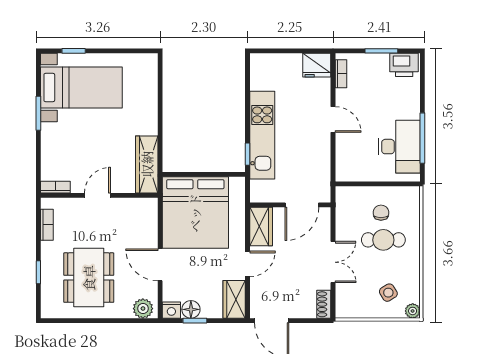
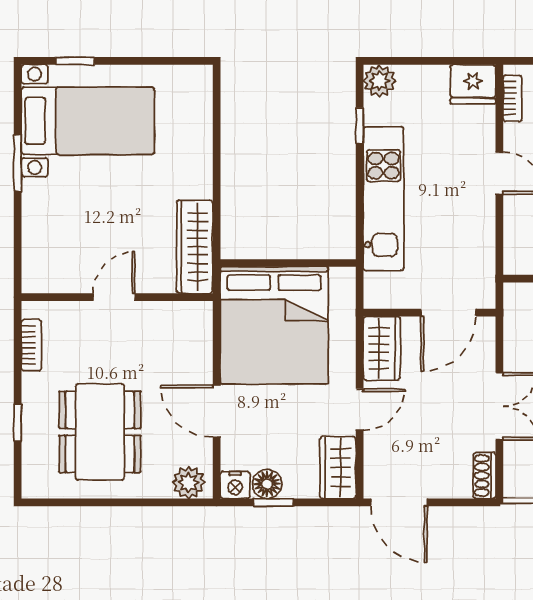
plant: (260, 63) -> (380, 81), added
window: (247, 154) -> (360, 126), moved
bookcase: (55, 187) -> (45, 284), removed

